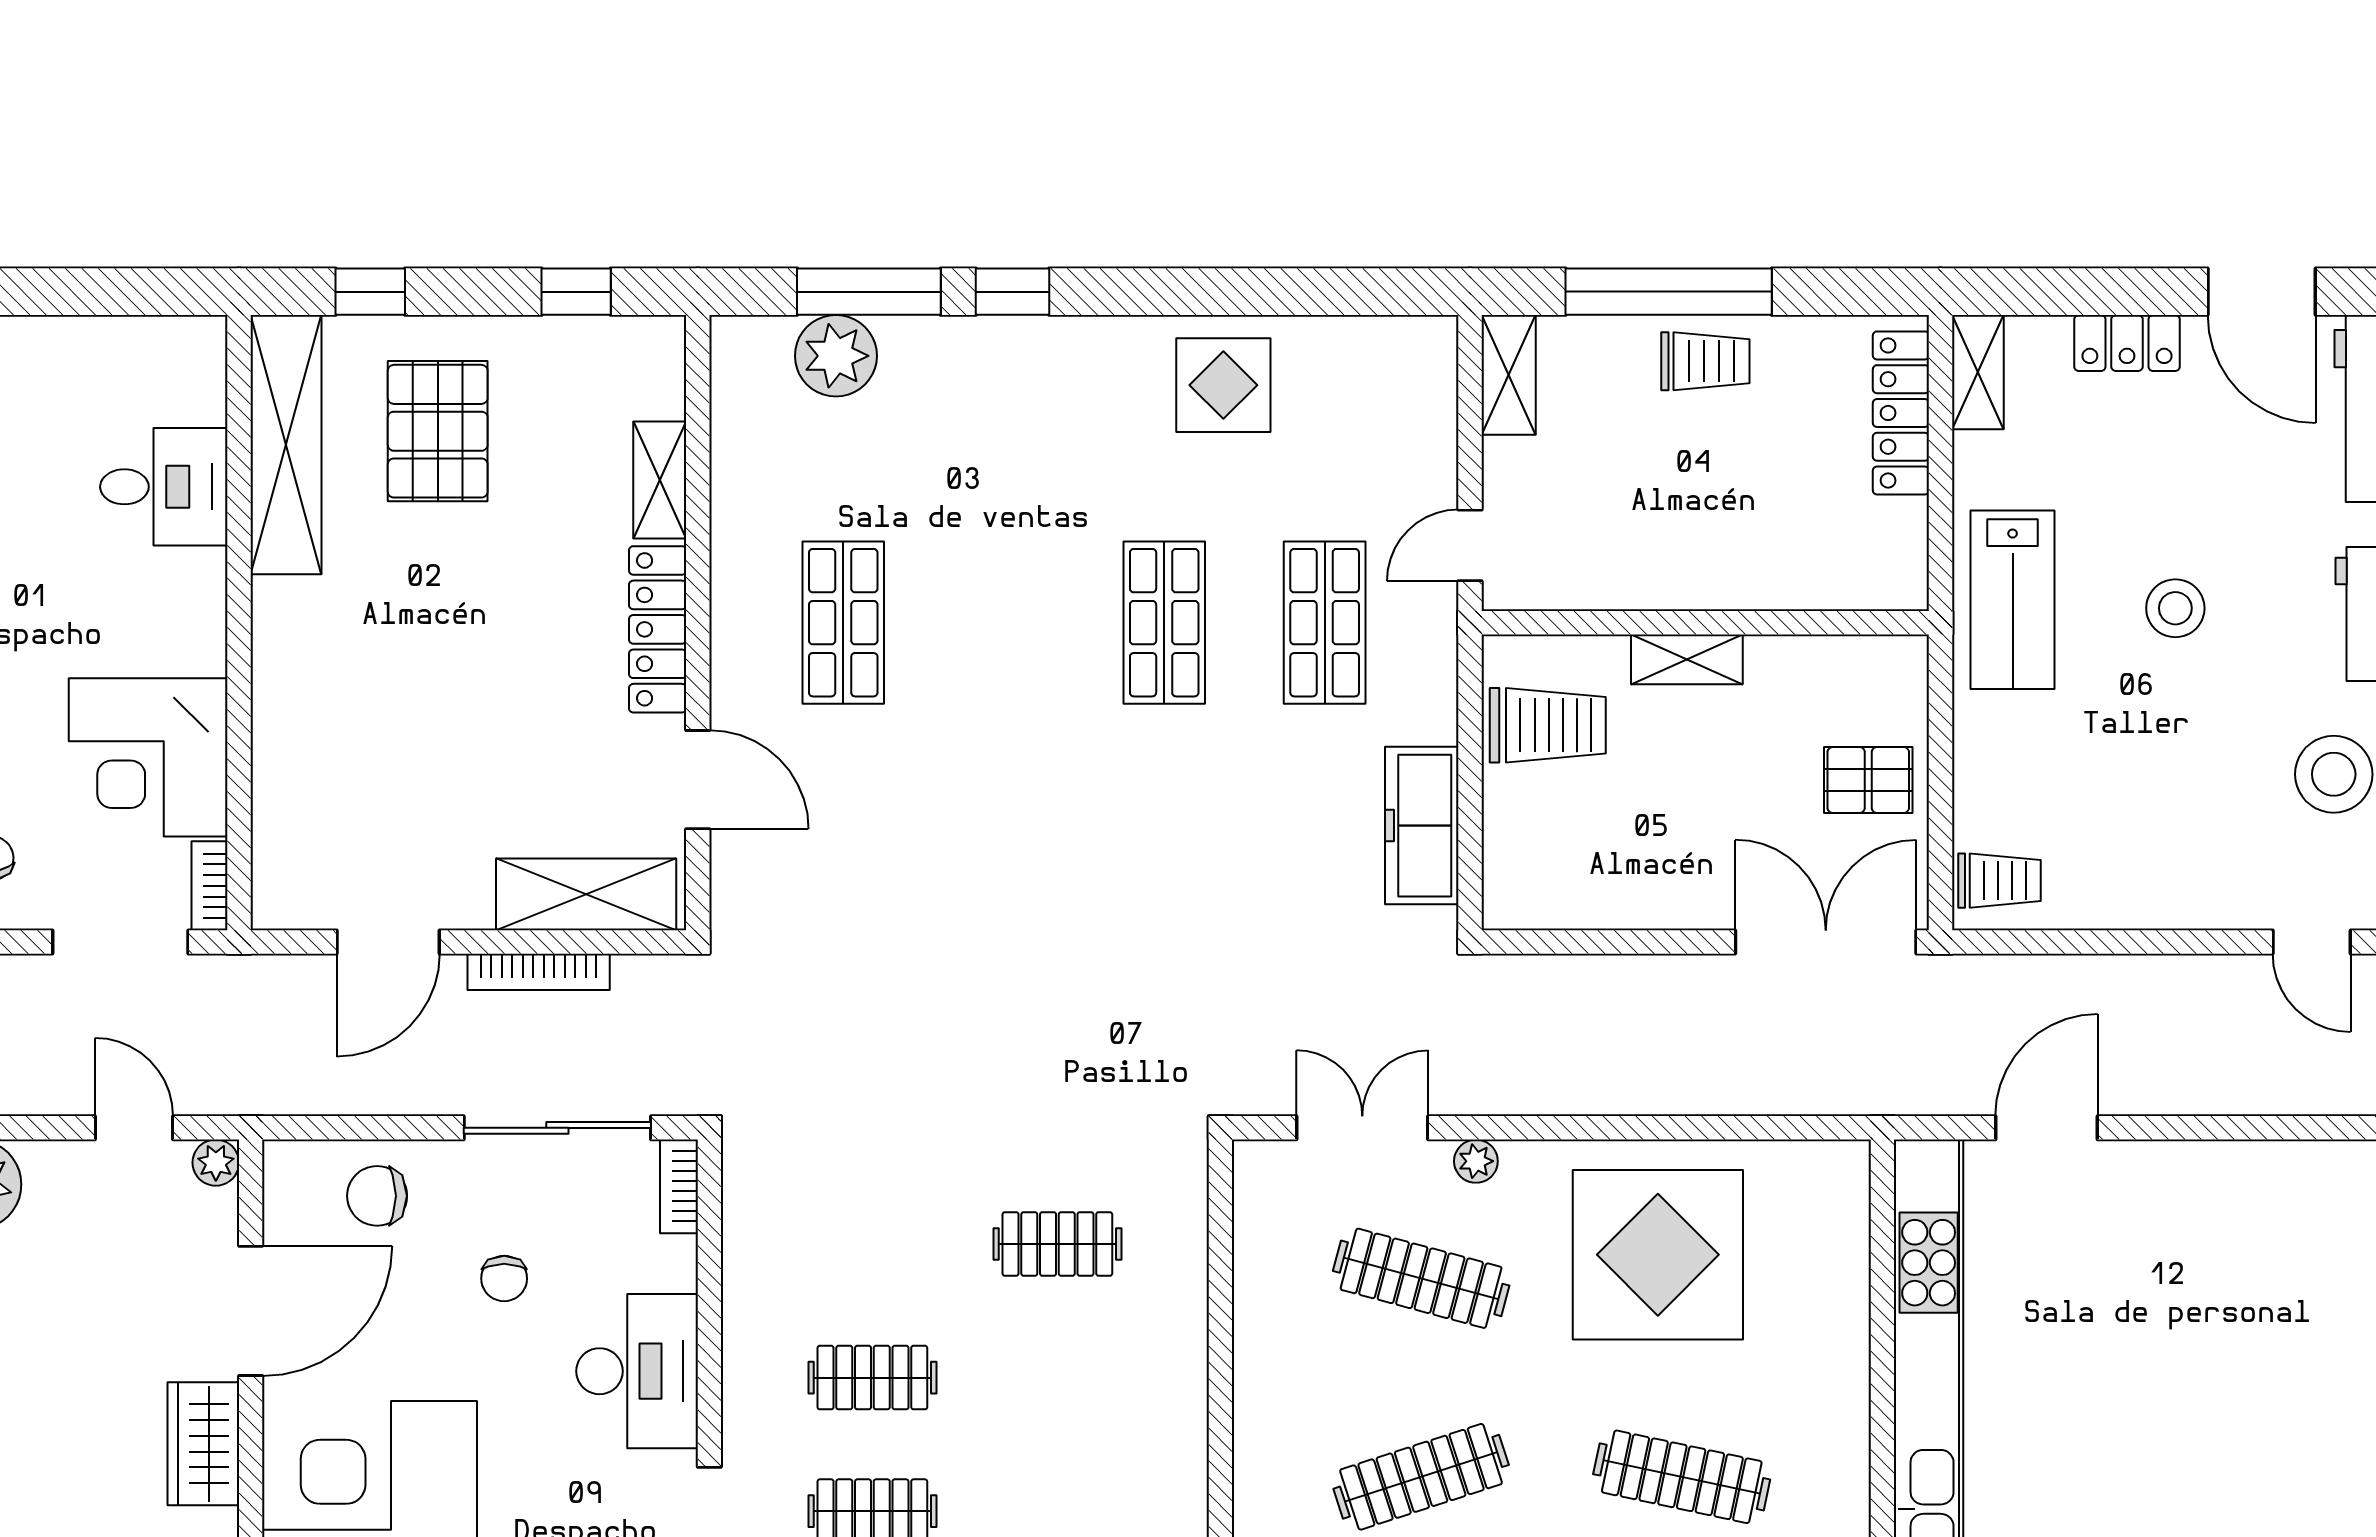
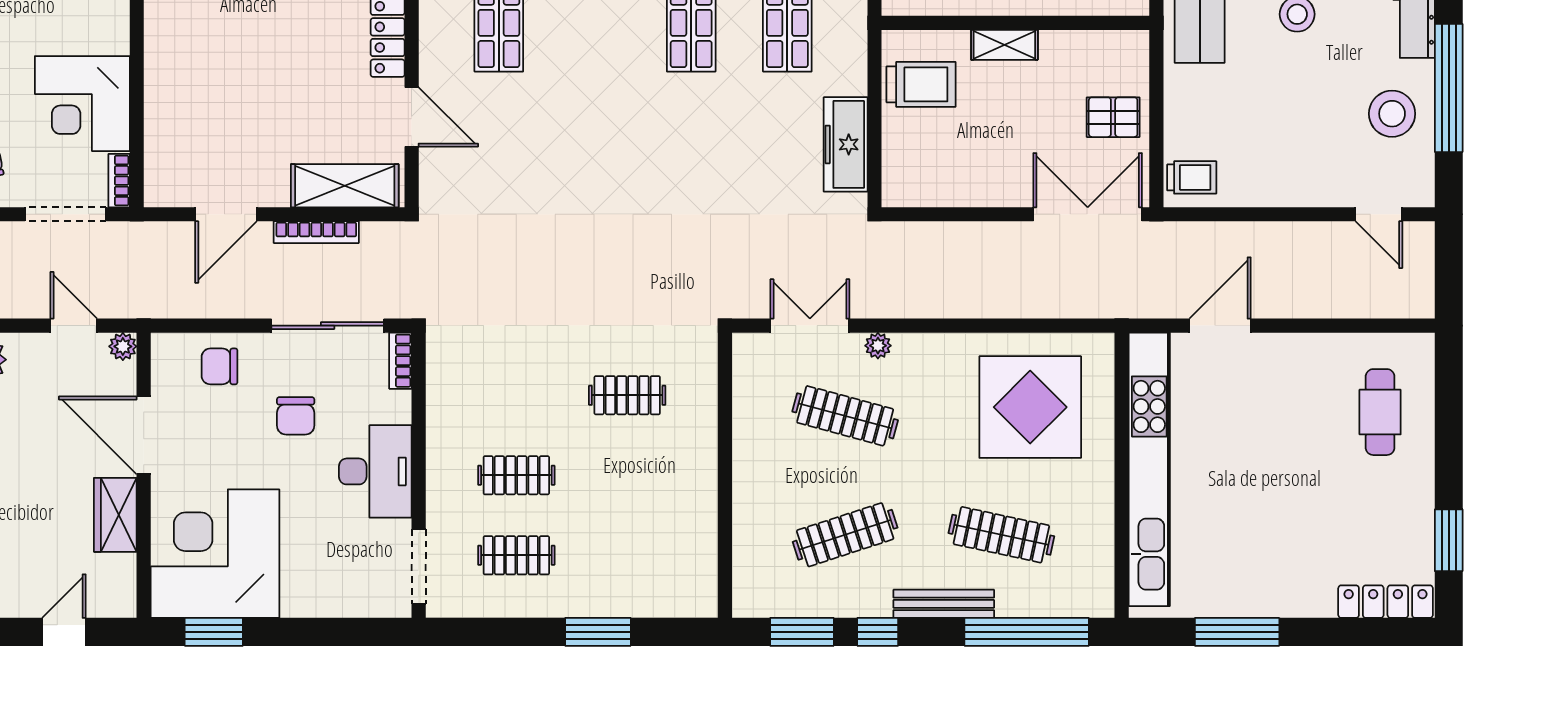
display table: (1658, 1255) -> (1030, 407), moved
cafe table: (2314, 1272) -> (1380, 412), added
chair: (504, 1279) -> (296, 416), width x1.37, depth x1.37
door: (251, 1311) -> (144, 435), swing flipped

